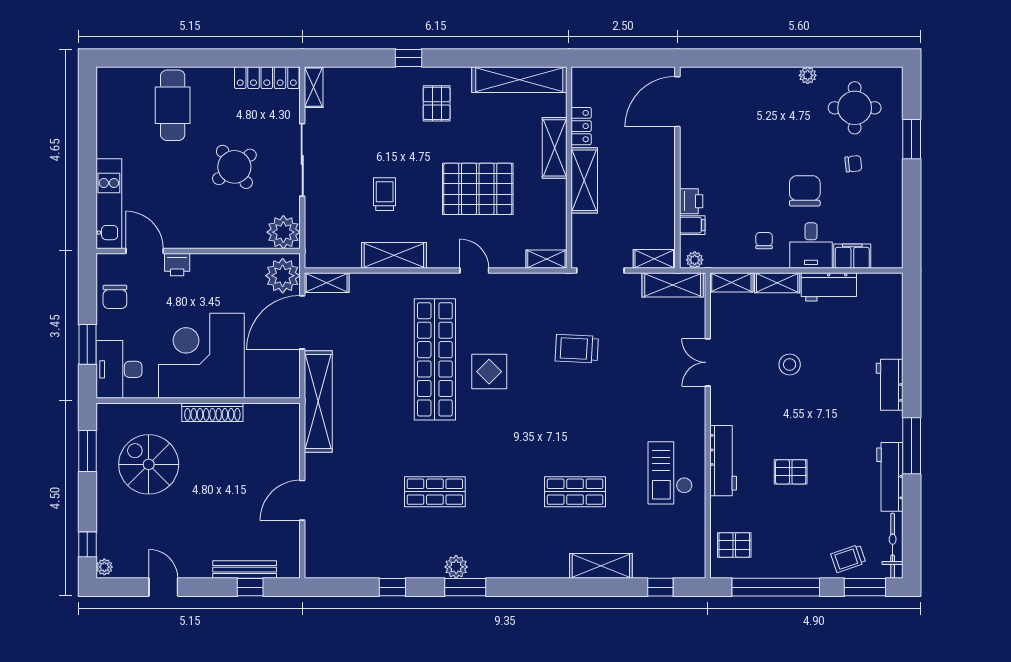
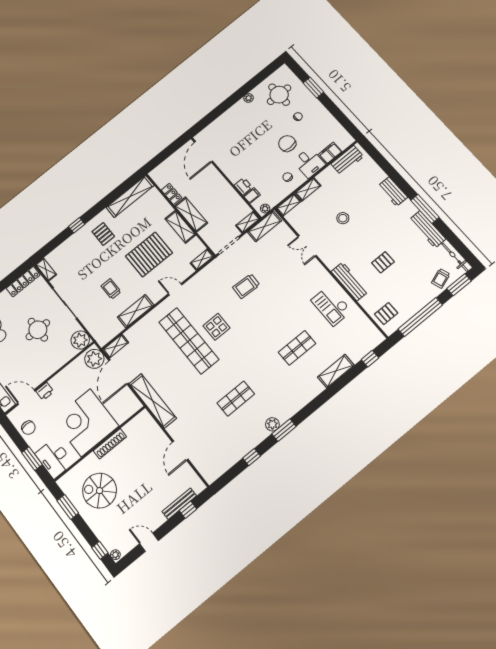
shelving: (555, 148) -> (180, 227), moved
round table: (234, 167) -> (38, 330), turned 37
workbench: (829, 287) -> (347, 160), moved

